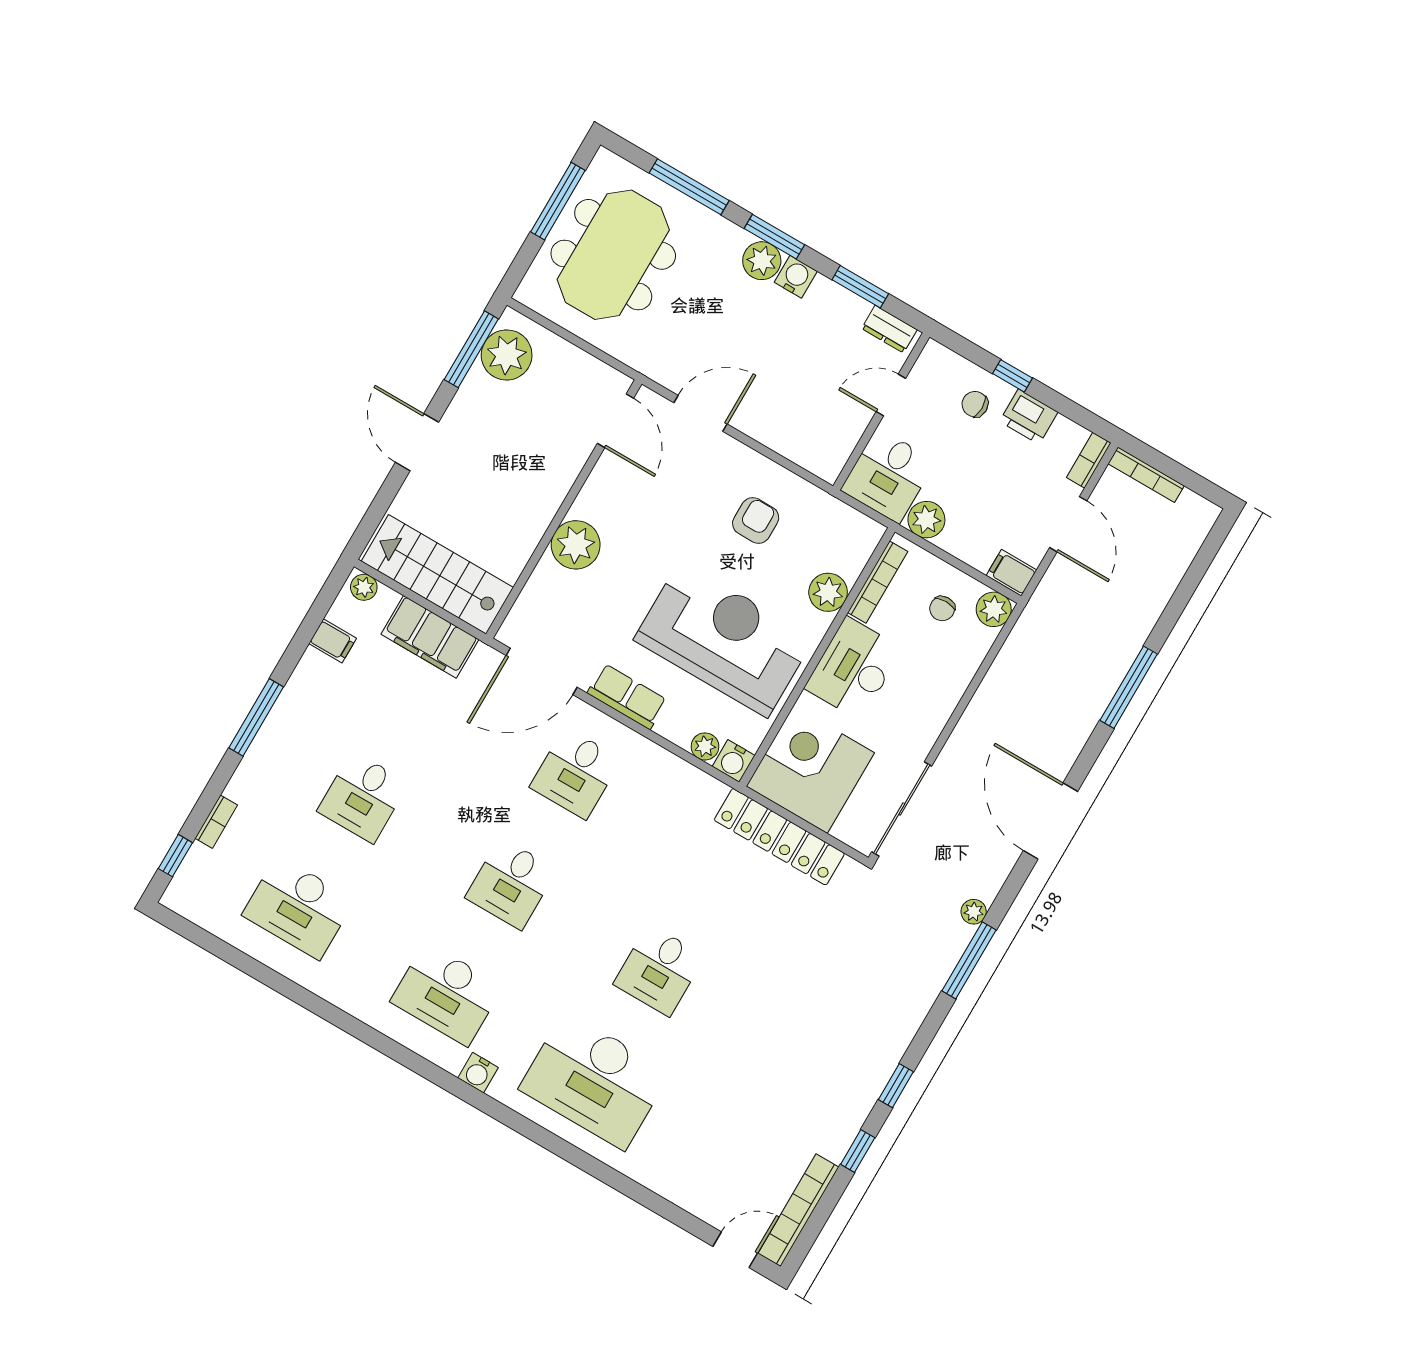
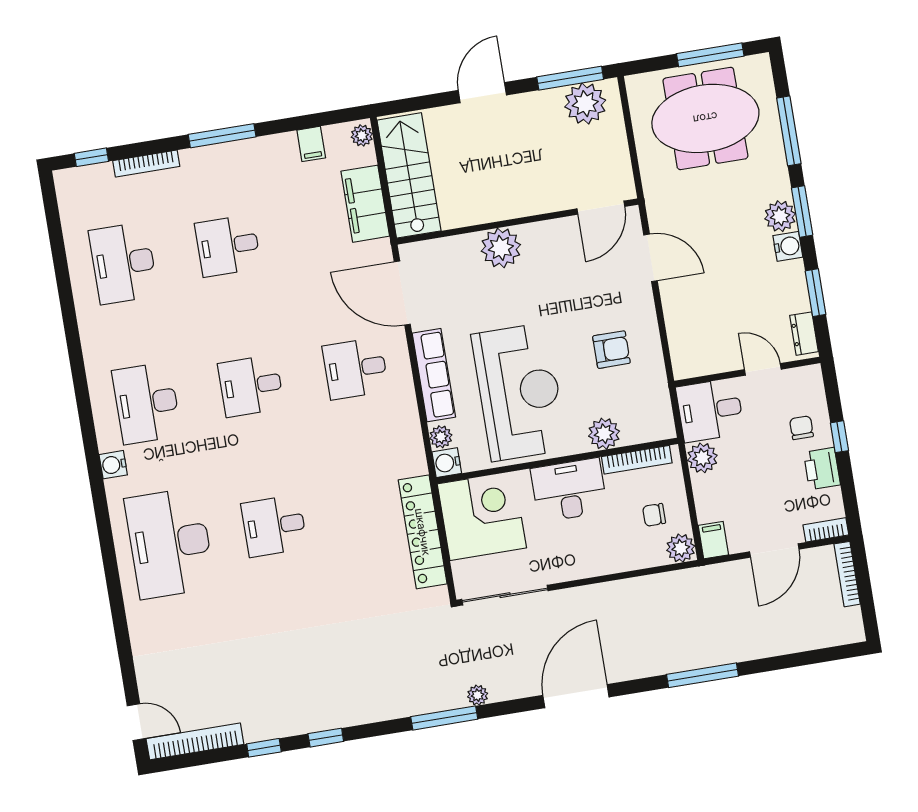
row of seats: (627, 696) -> (434, 375), width x1.48
bookcase: (216, 822) -> (146, 164), width x1.56

